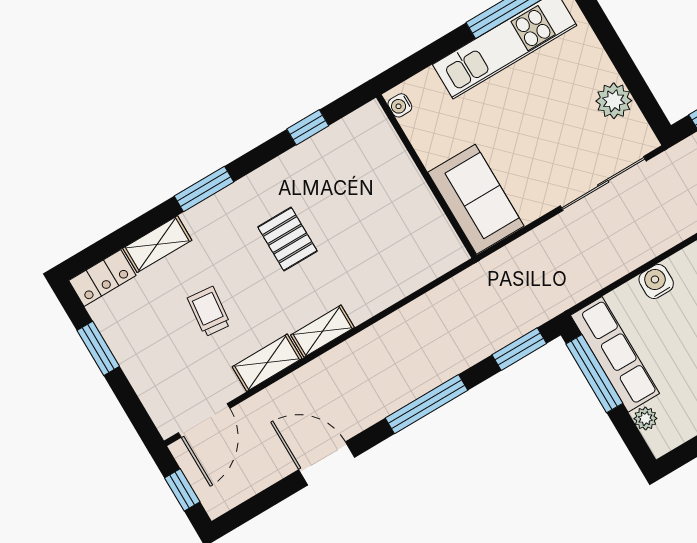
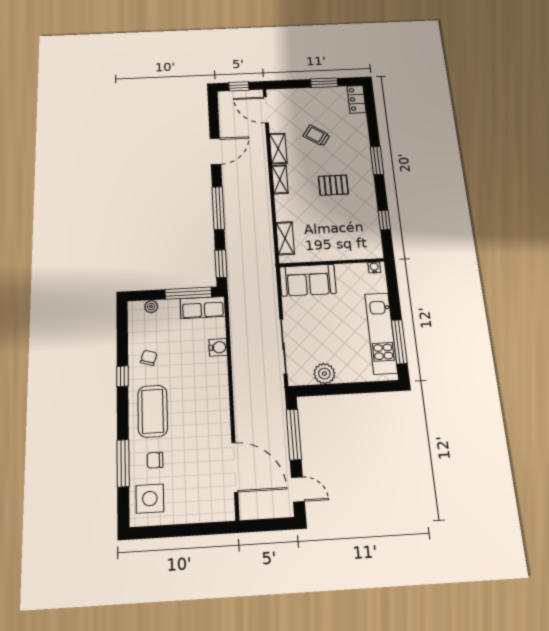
shelving: (157, 244) -> (285, 238), moved
trolley: (209, 311) -> (316, 136), turned -152
row of seats: (615, 354) -> (203, 308), width x0.68

